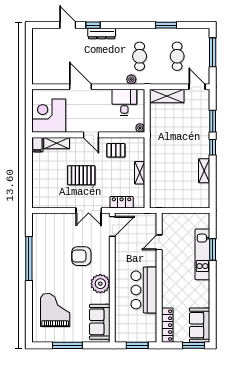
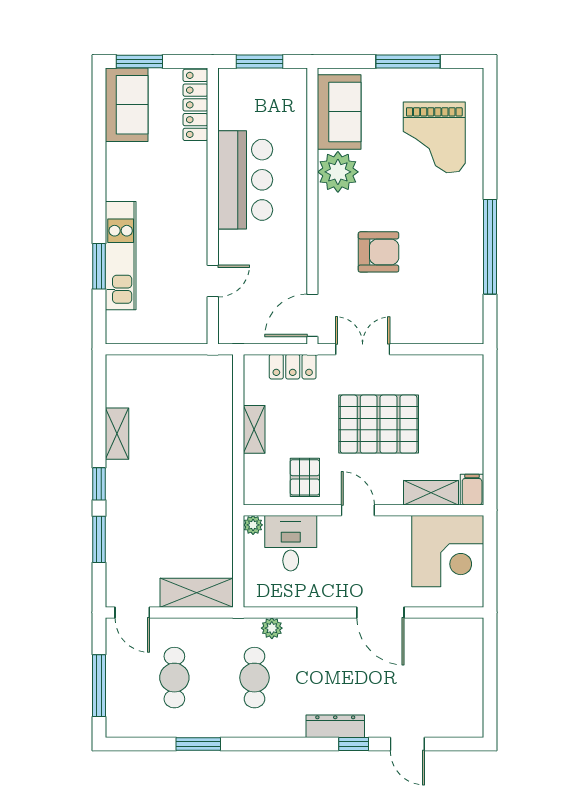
desk: (124, 102) -> (291, 543), moved, turned 180
pallet: (116, 150) -> (305, 477), turned 90
pallet: (81, 175) -> (379, 424), width x1.37, depth x1.41
plant: (100, 284) -> (338, 172), moved

